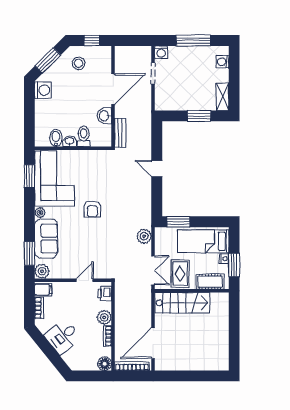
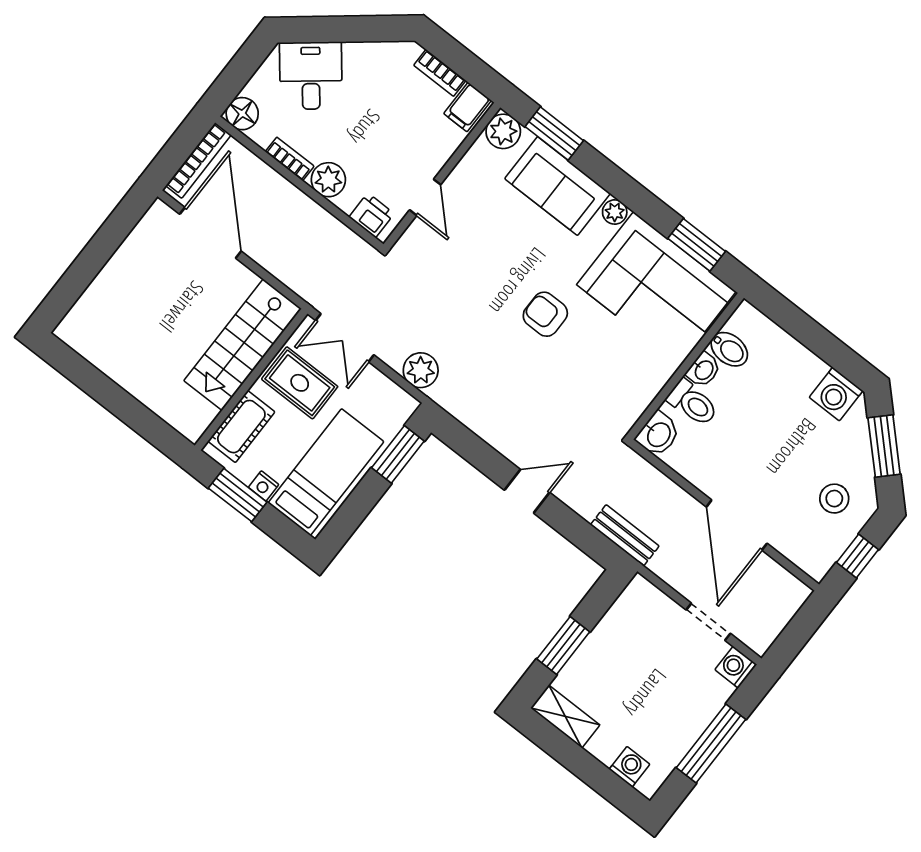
washbasin: (104, 116) -> (658, 434), moved, turned 90
bench: (120, 133) -> (625, 535), moved
desk: (63, 337) -> (311, 76), moved

